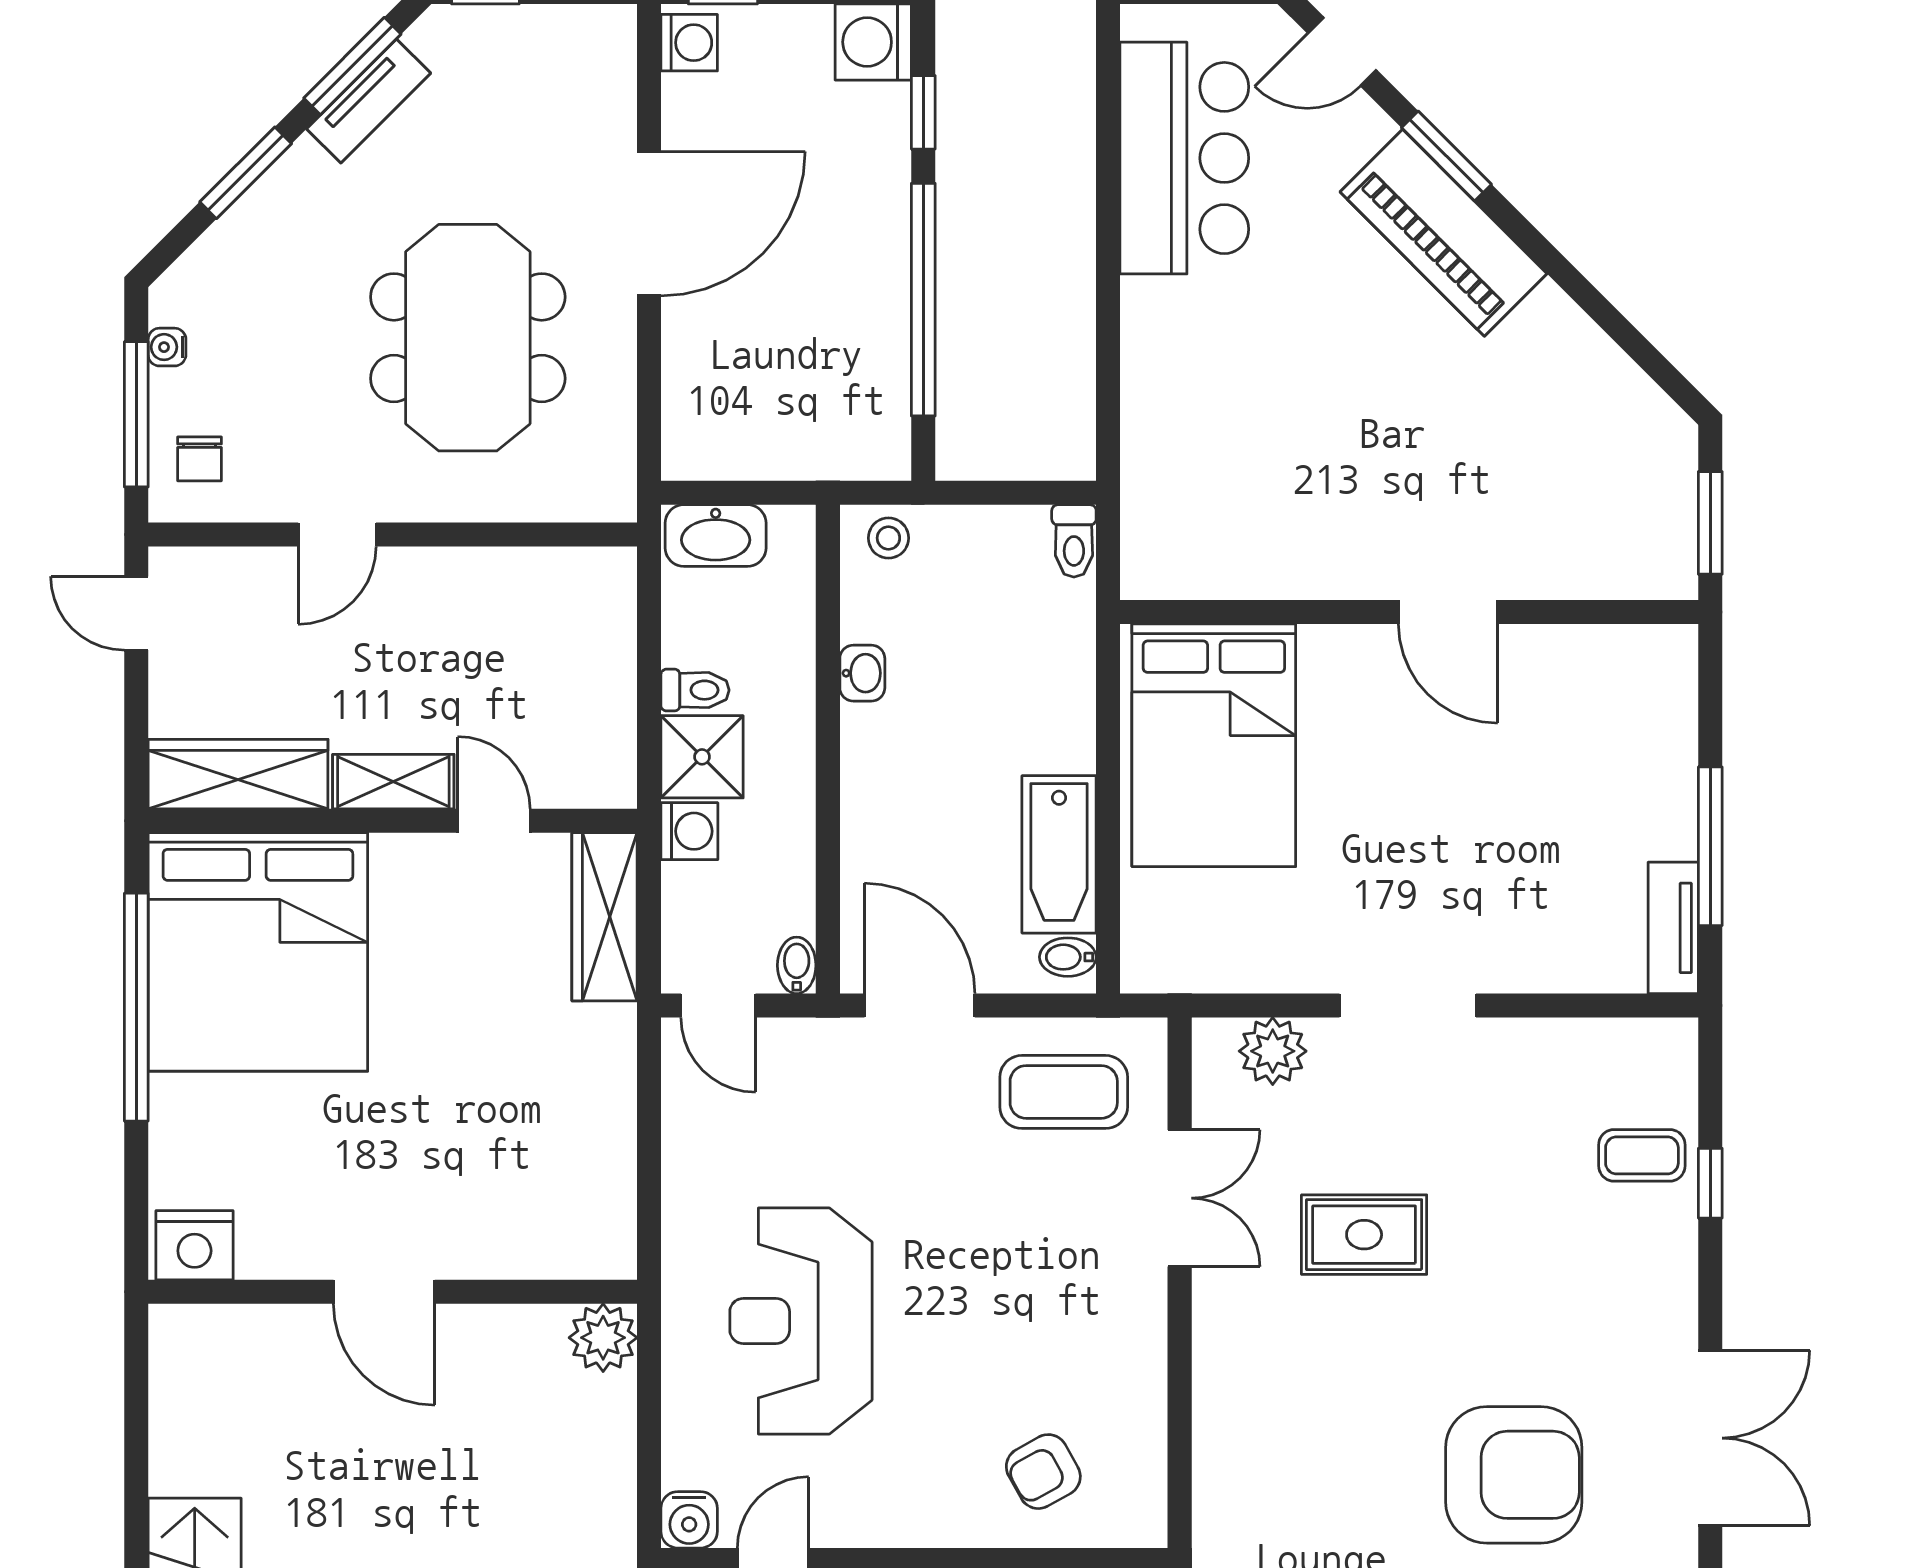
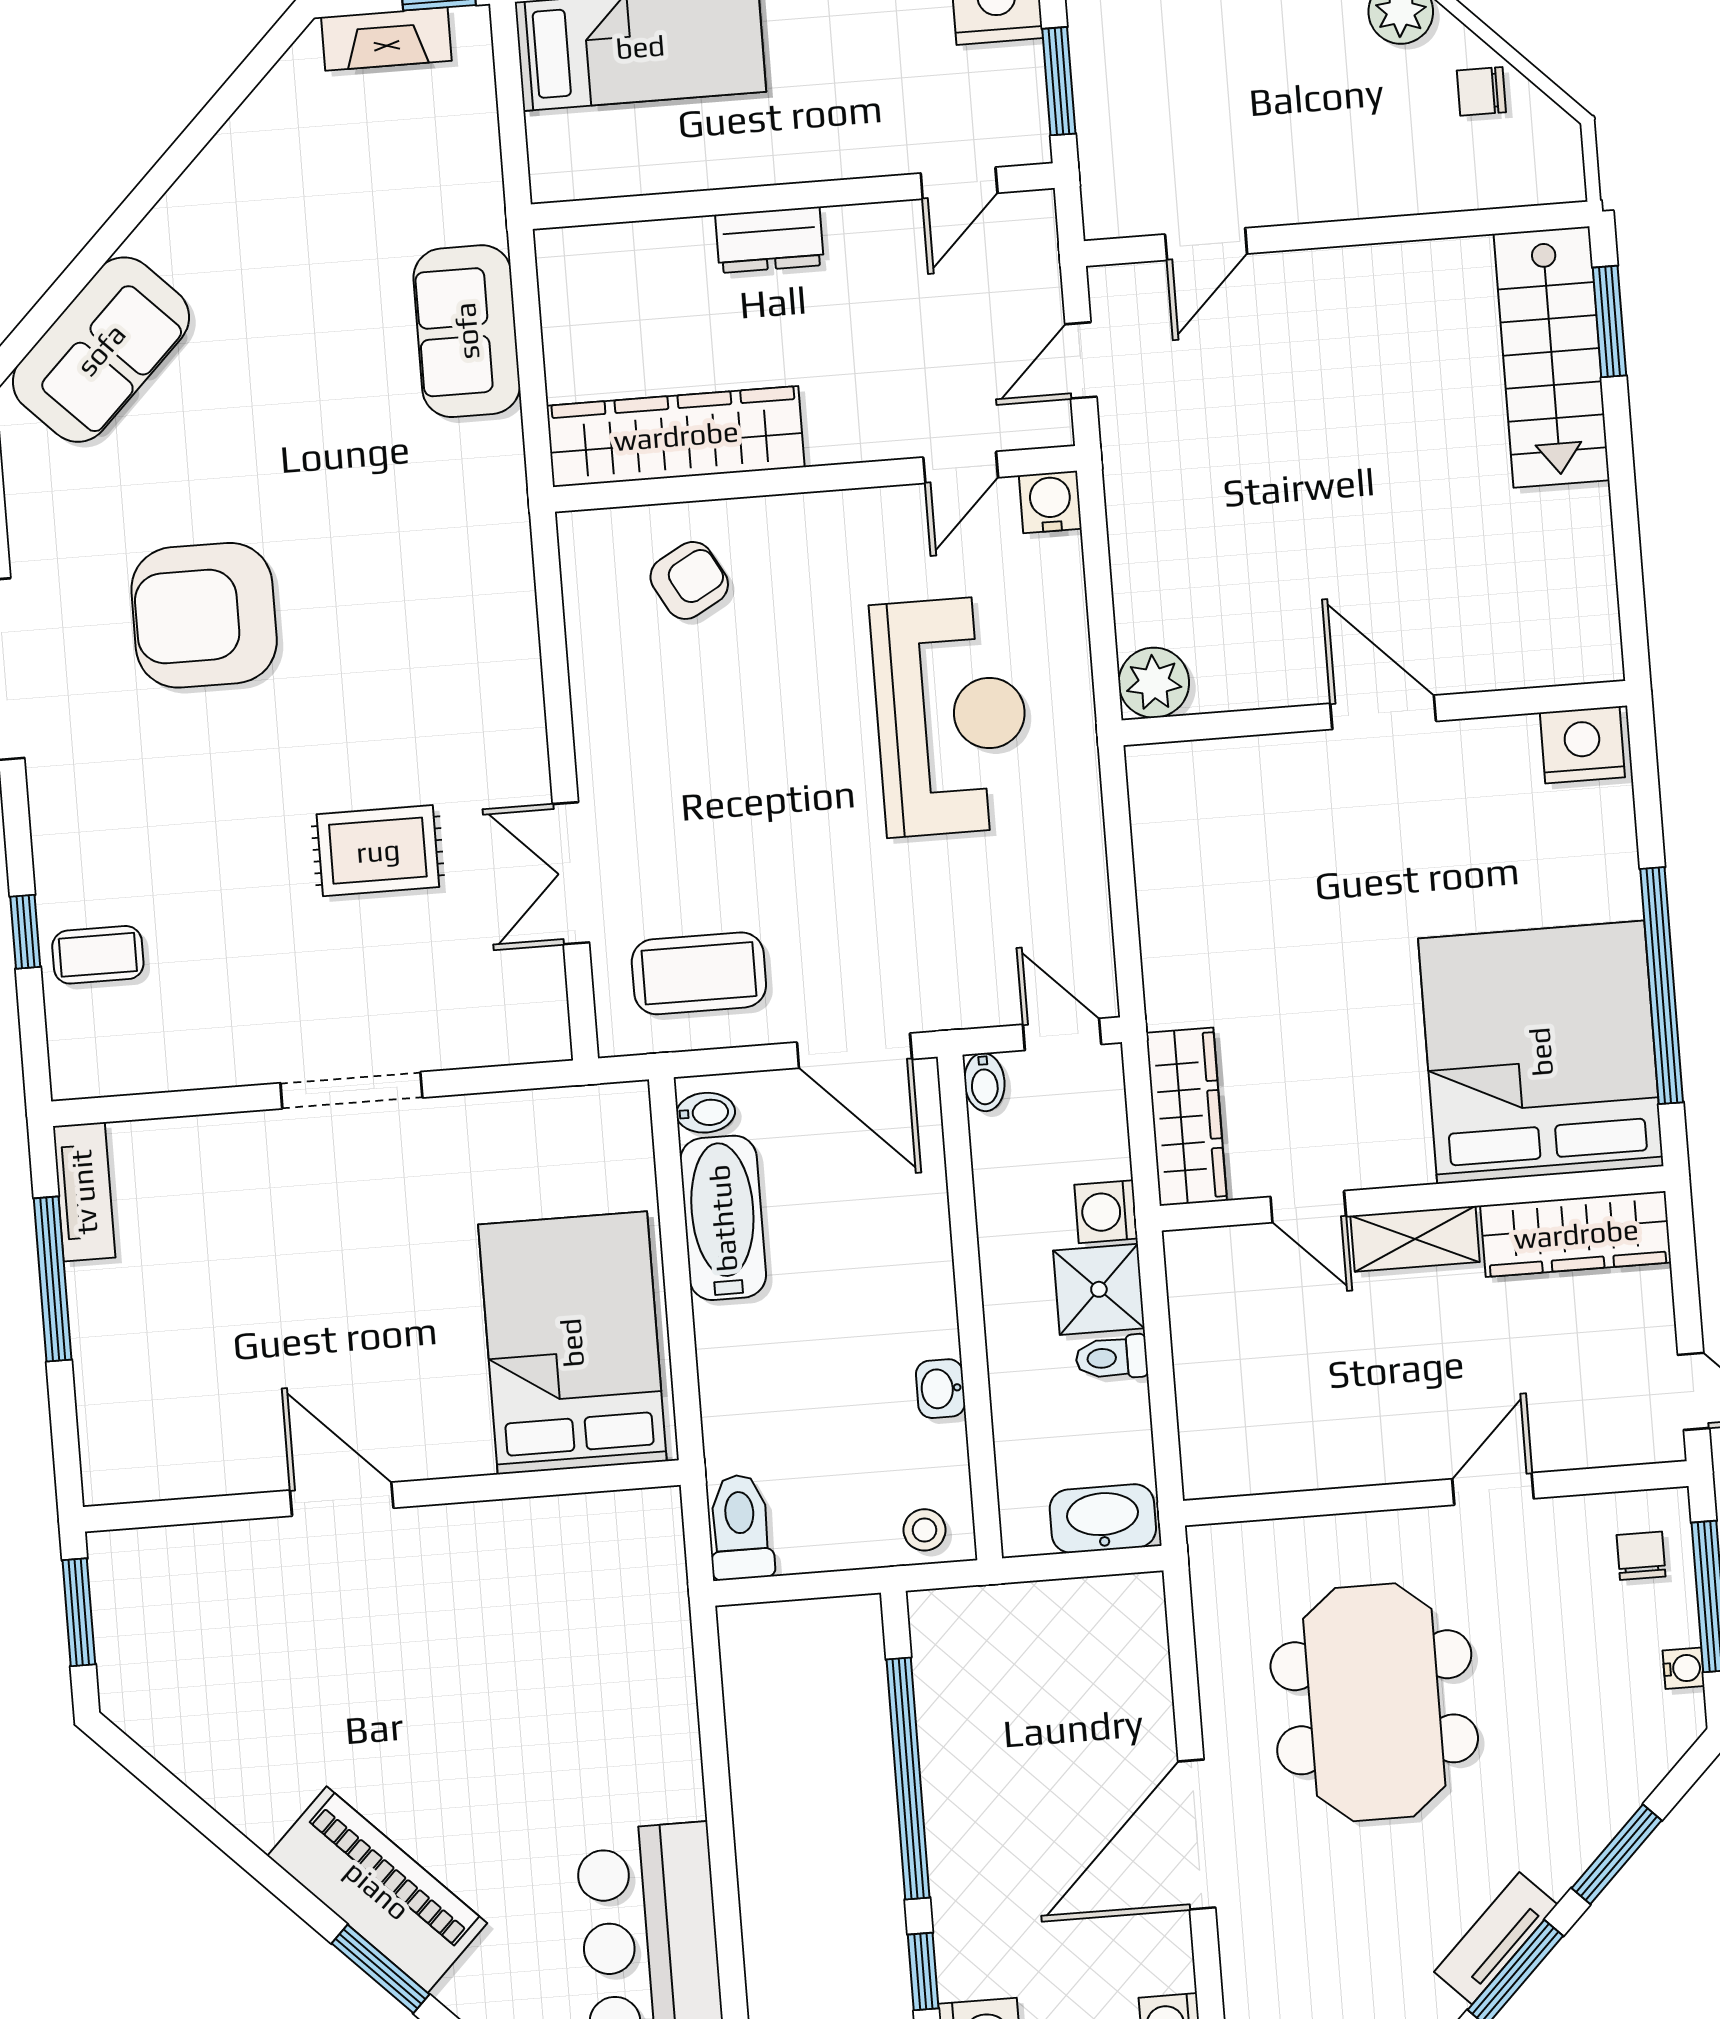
toilet: (1074, 541) -> (740, 1527), width x1.37, depth x1.39
plant: (1273, 1051) -> (487, 1032), removed

